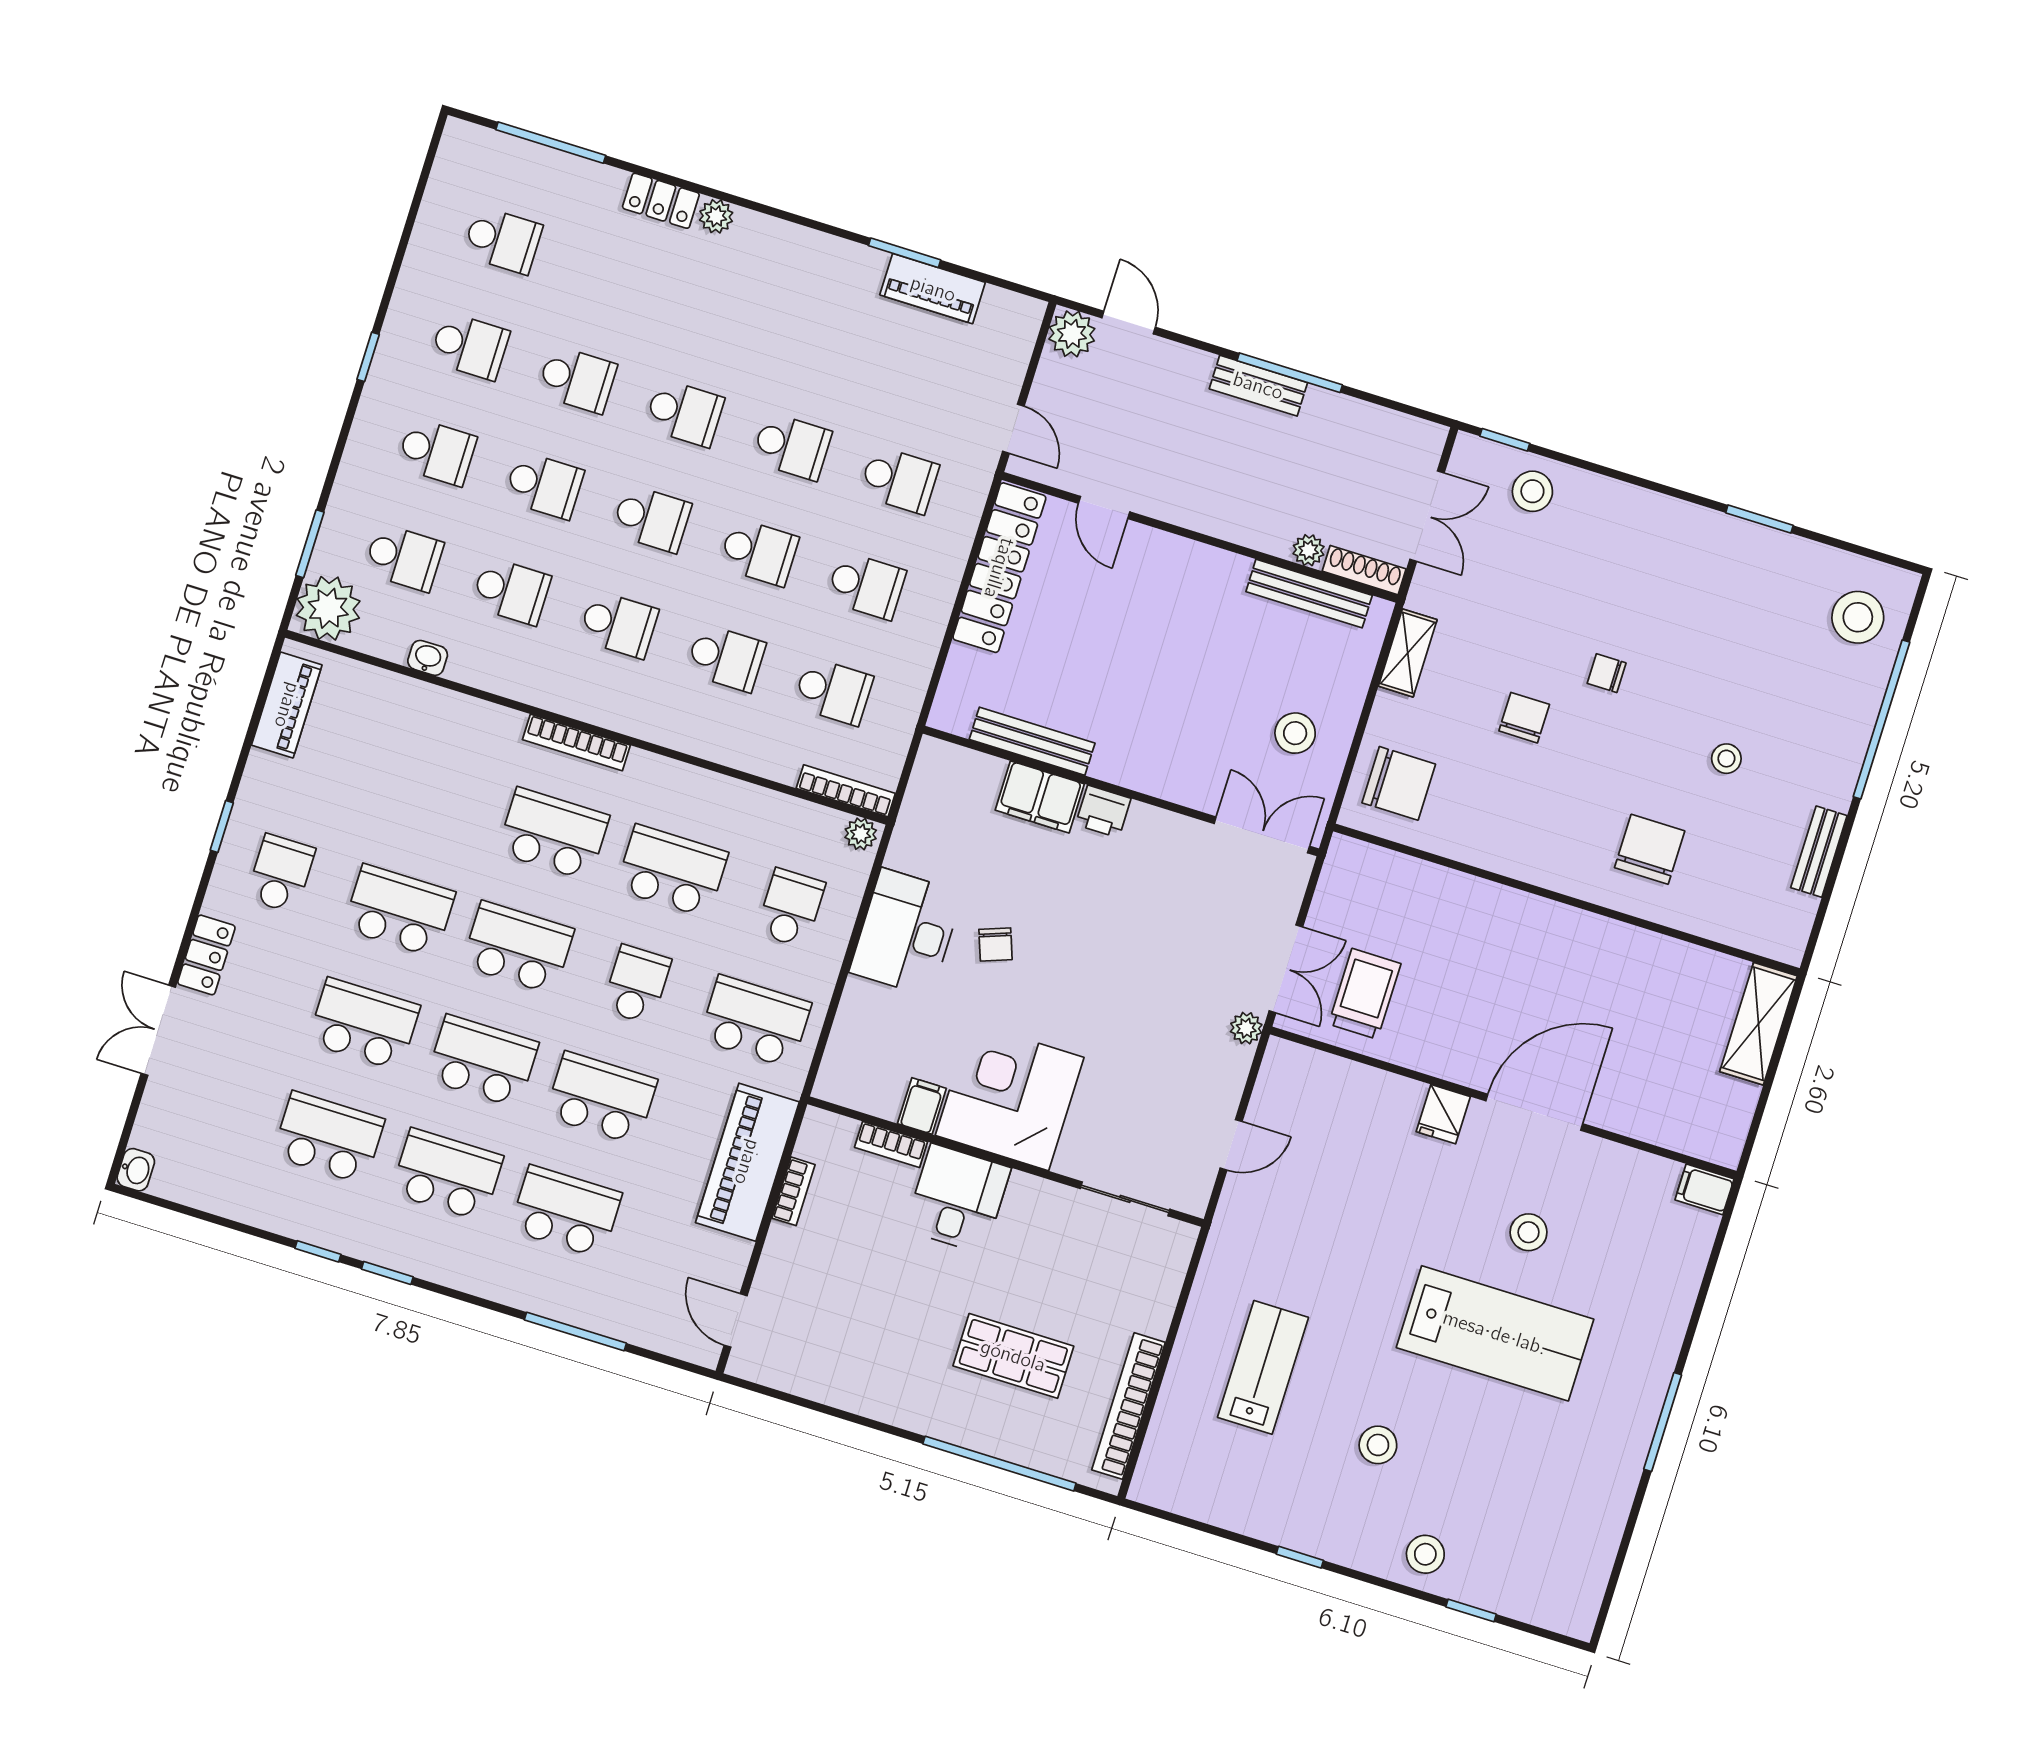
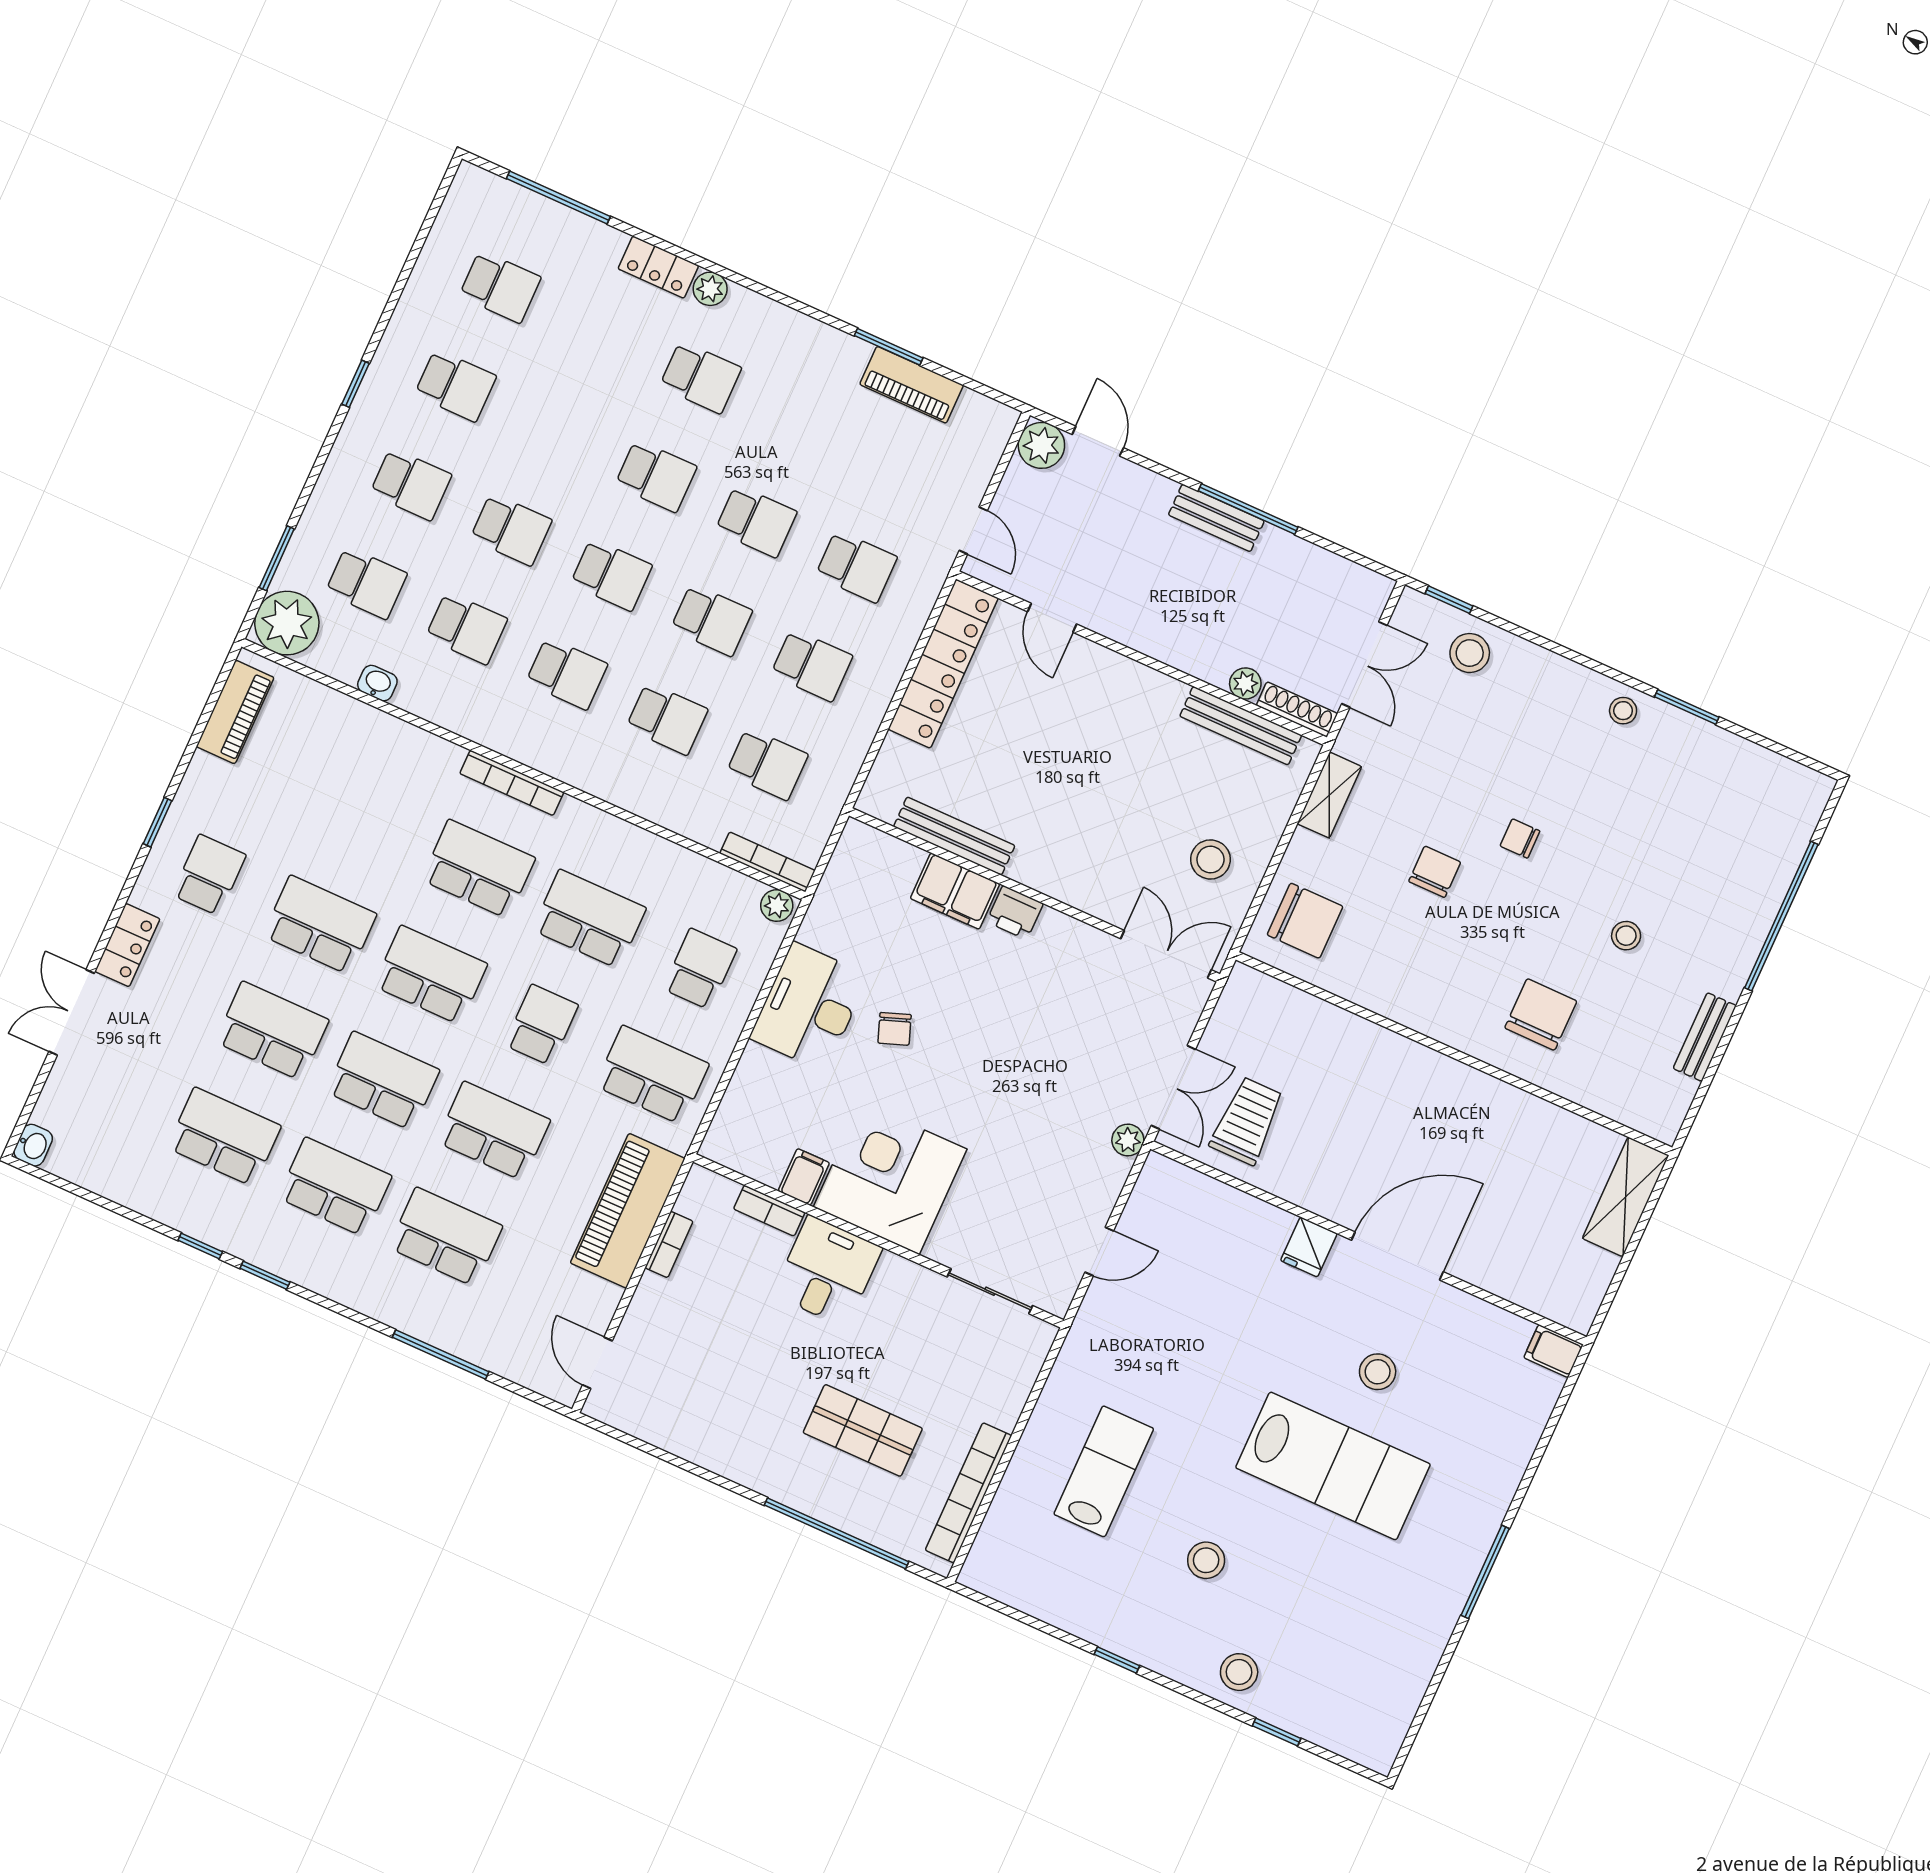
school desk: (577, 380) -> (700, 377), moved
stool: (1858, 617) -> (1623, 711), moved, width x0.53, depth x0.53

